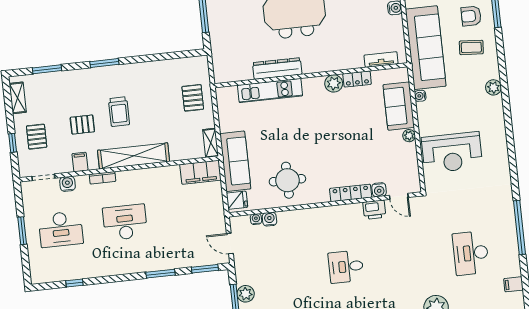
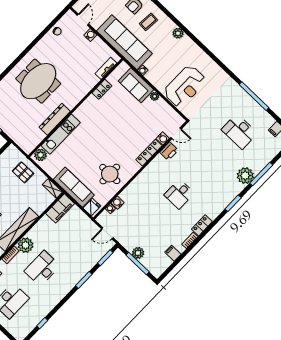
plant: (334, 83) -> (41, 155), moved
plant: (128, 181) -> (25, 245), added

